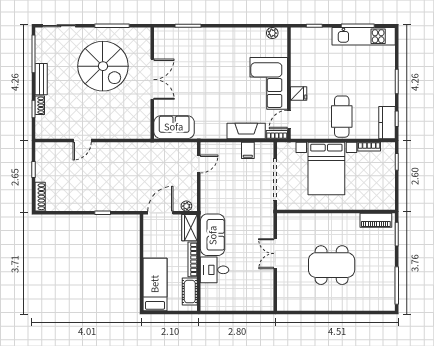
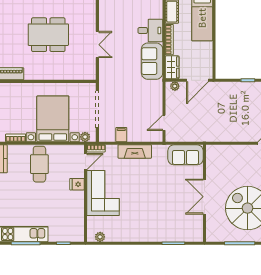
fireplace: (246, 131) -> (135, 151), moved
plant: (289, 148) -> (85, 137), added

